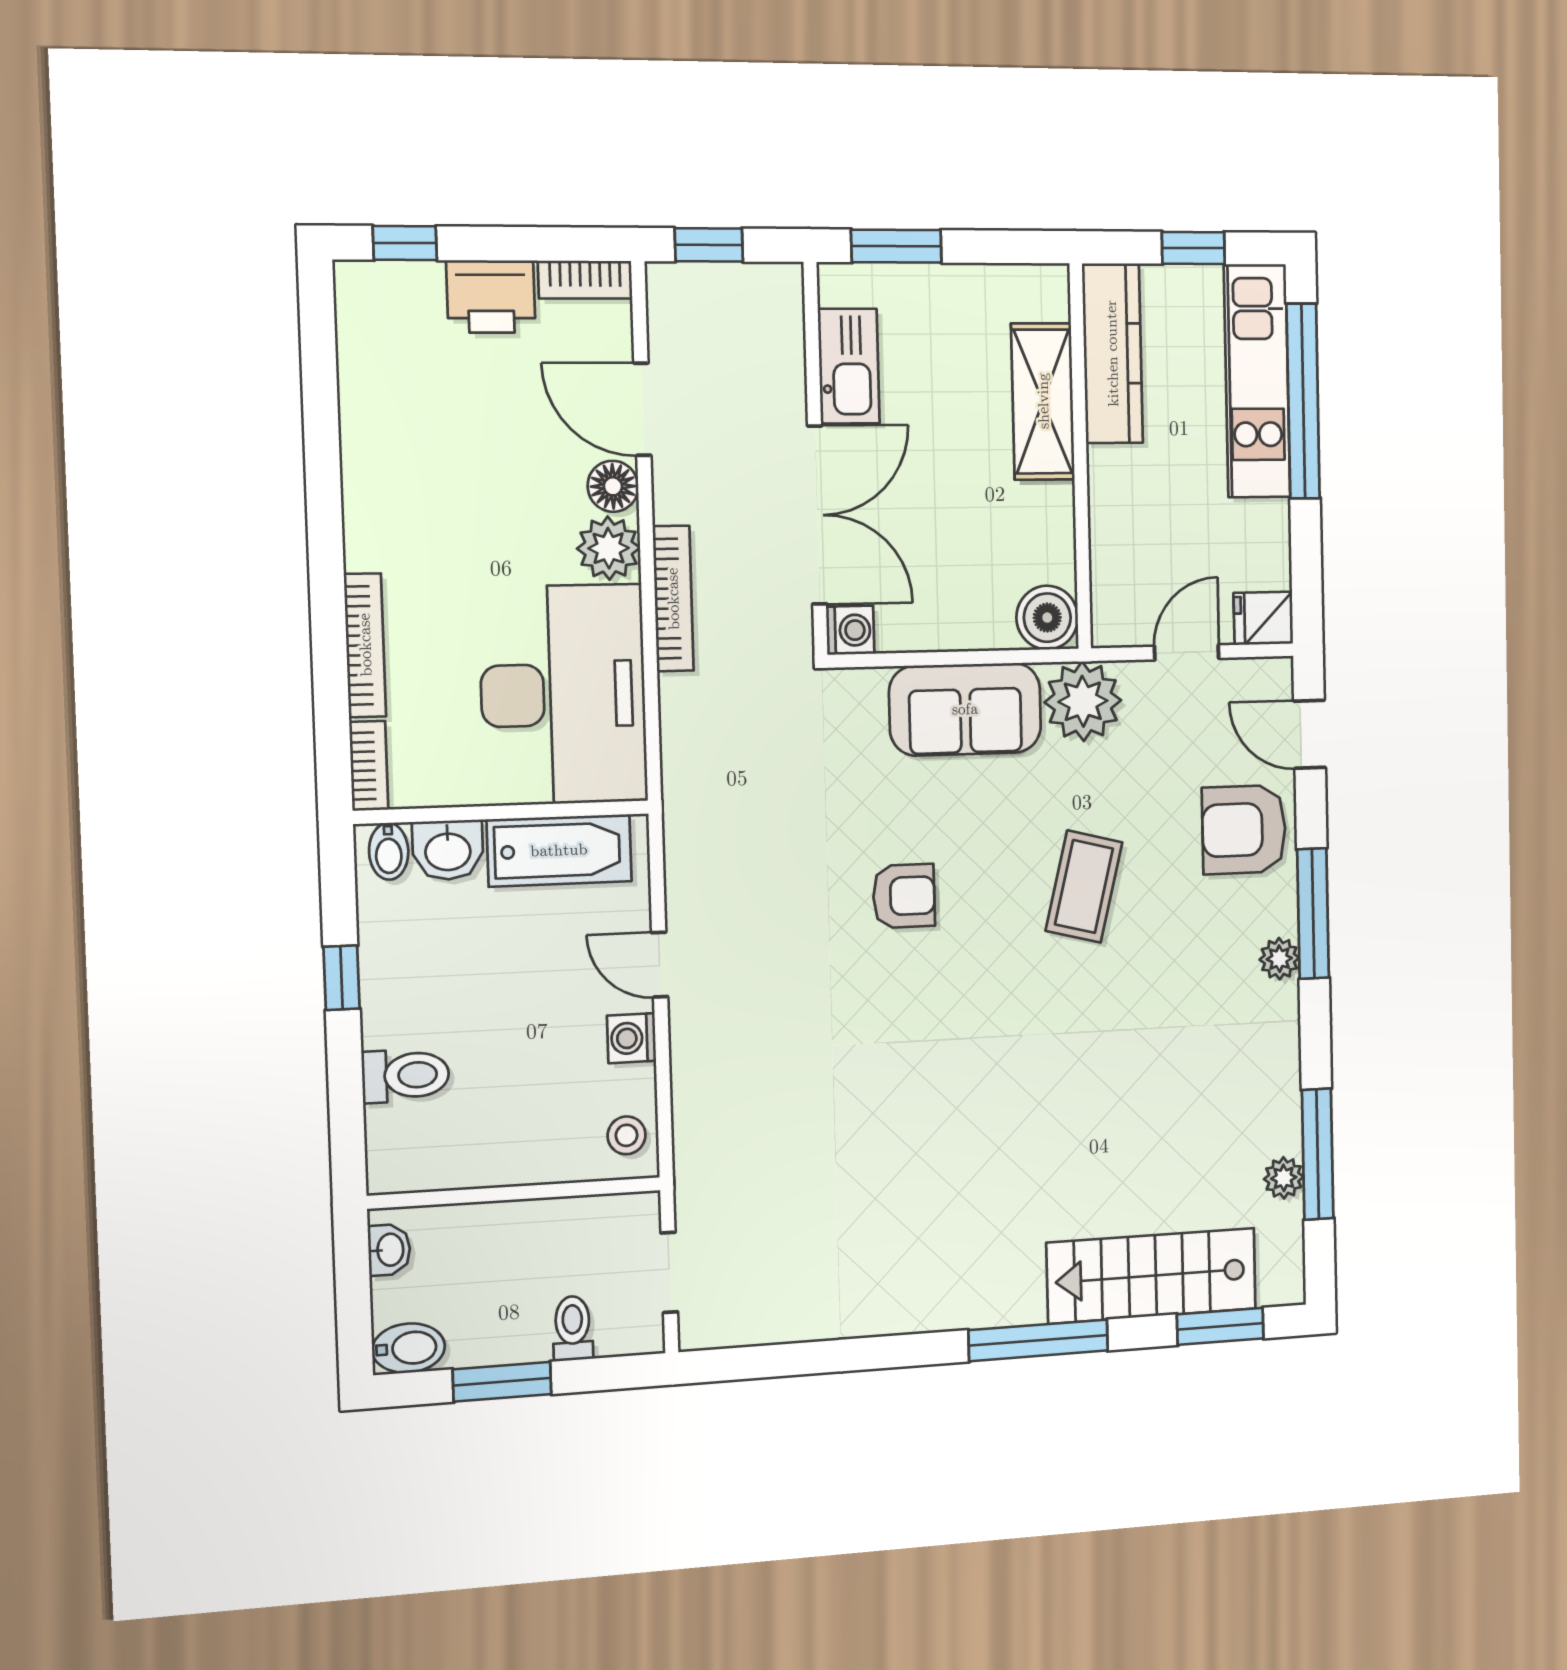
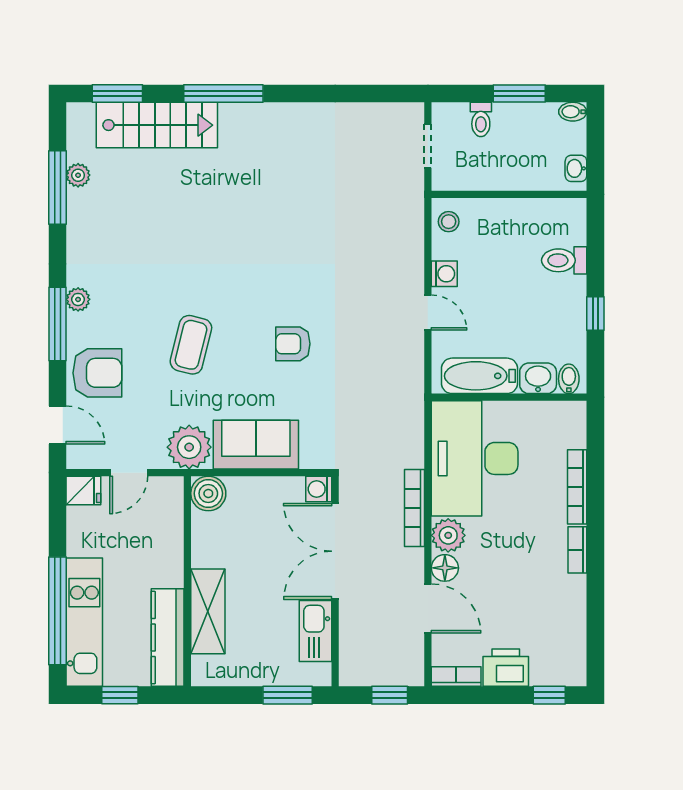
bookcase: (369, 766) -> (577, 550), moved
bidet: (409, 1348) -> (573, 112), width x0.72, depth x0.74

